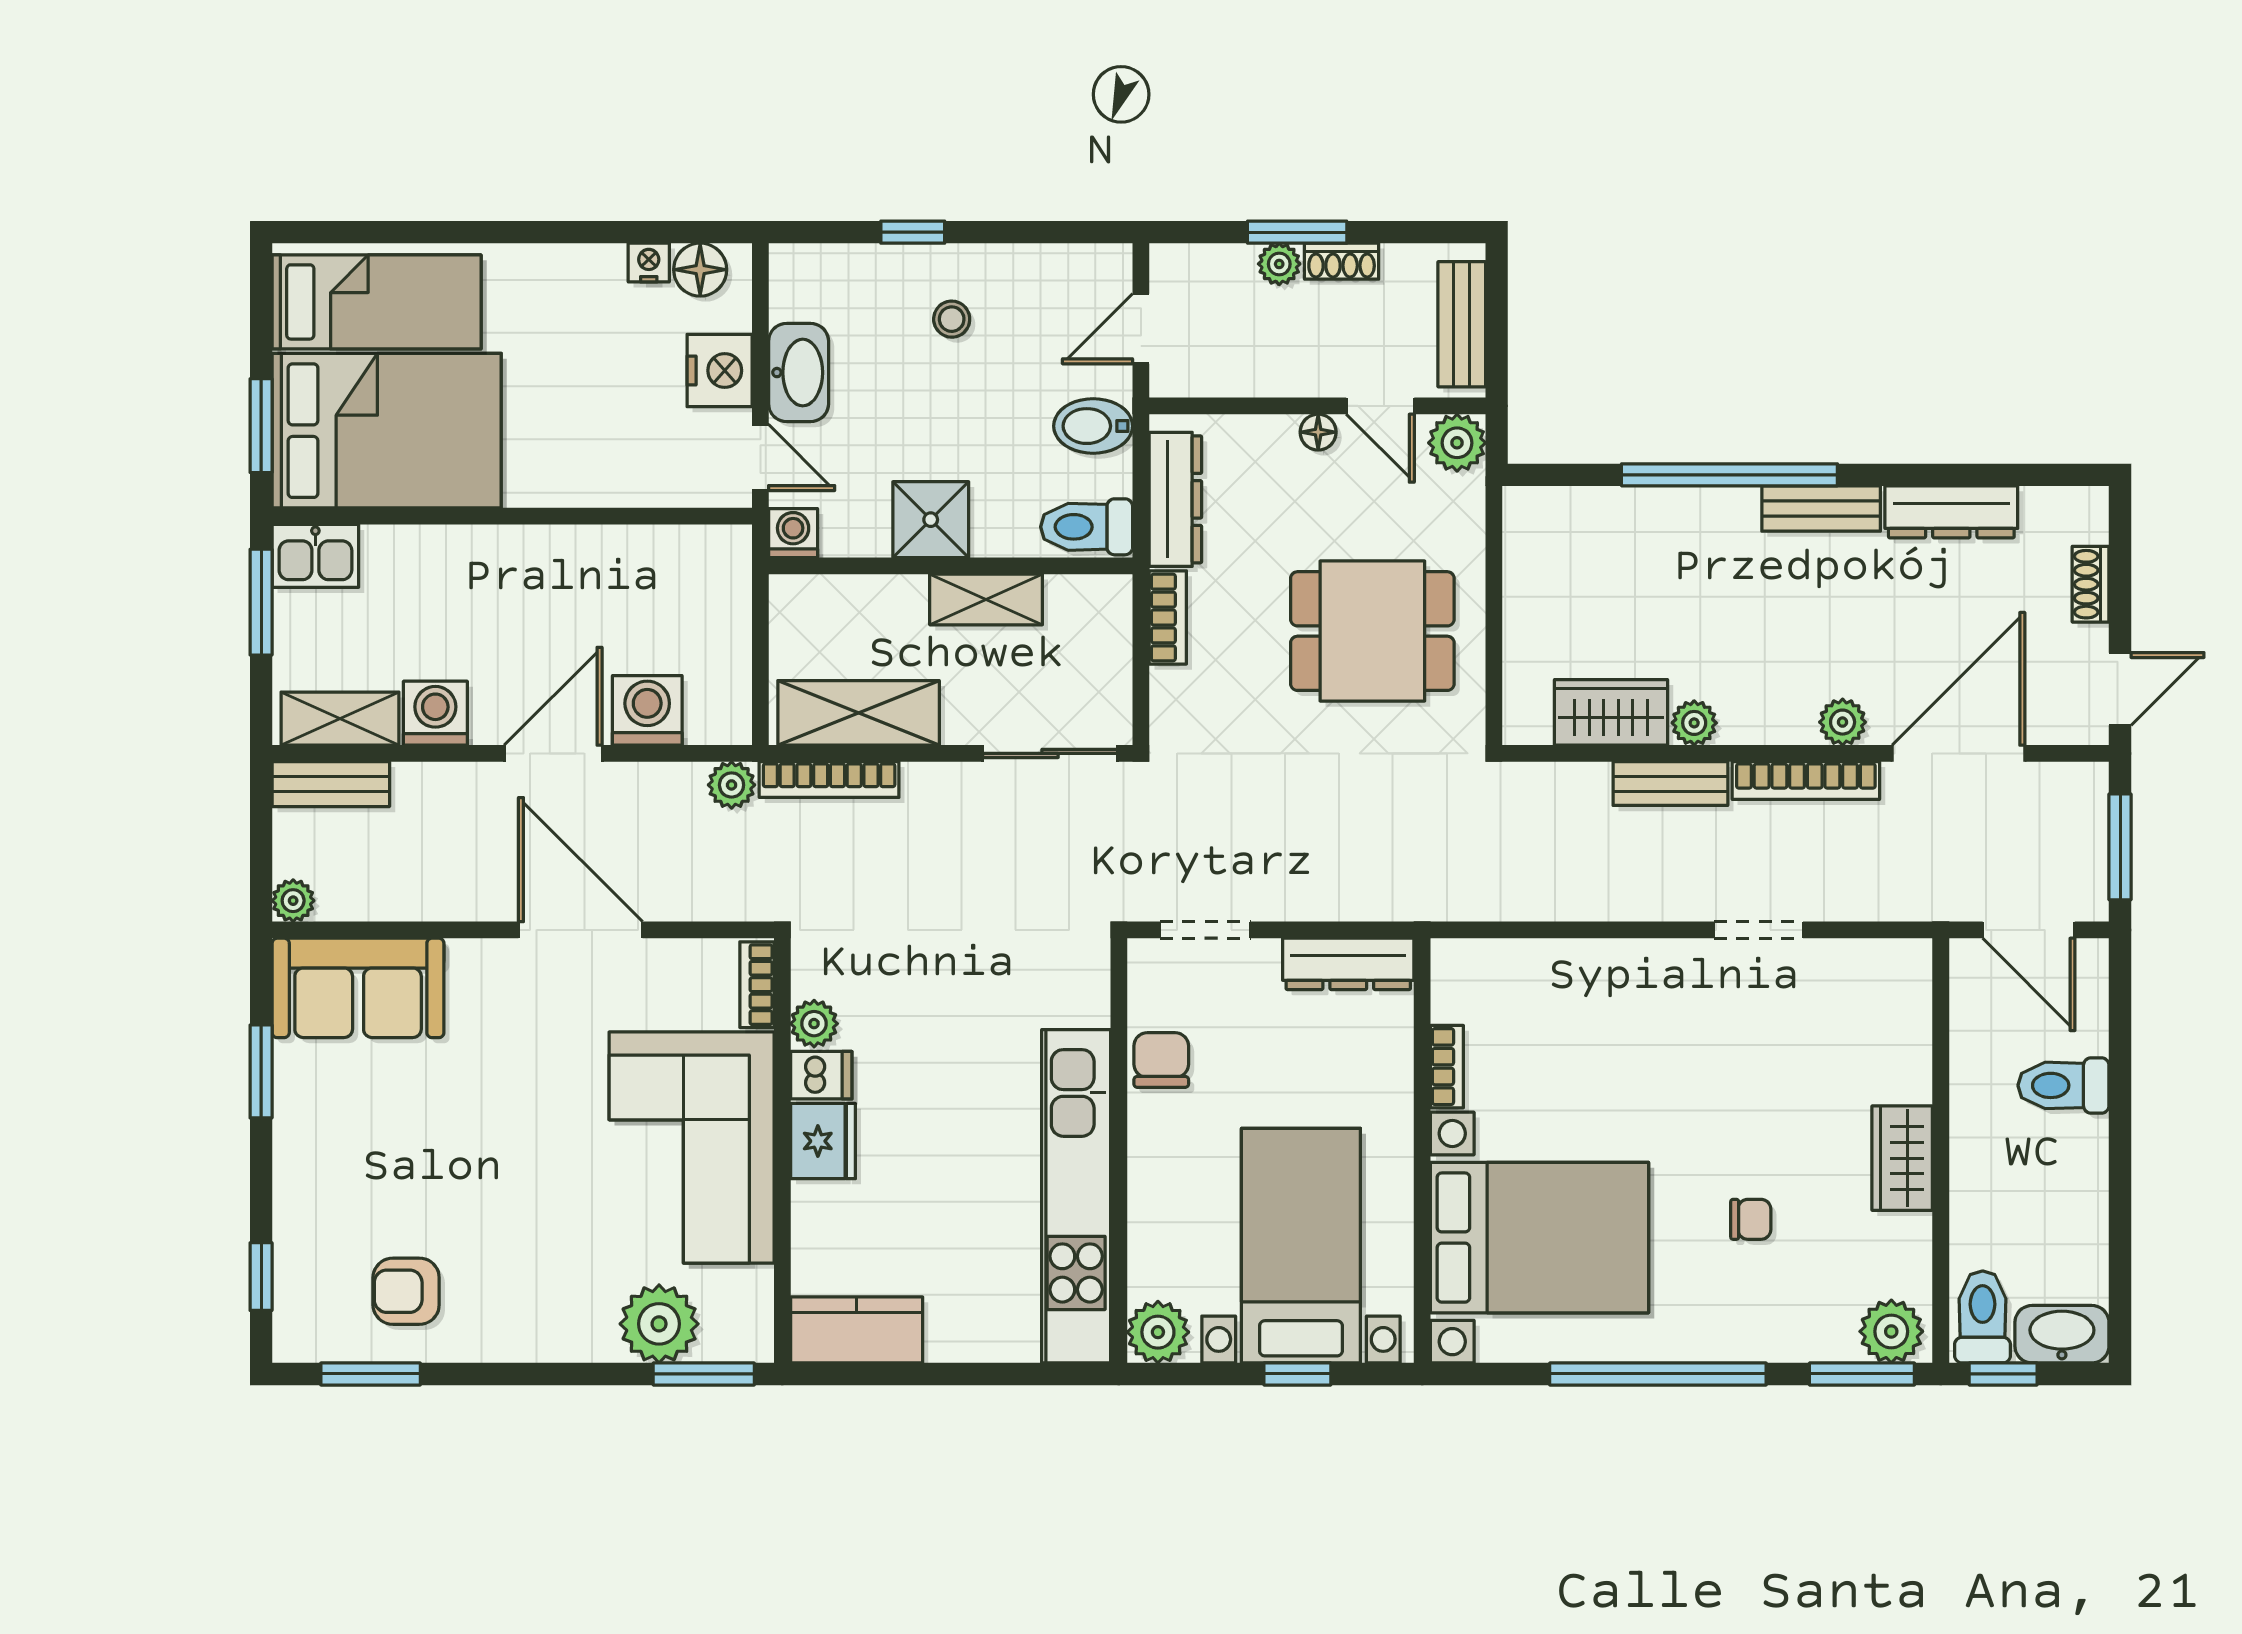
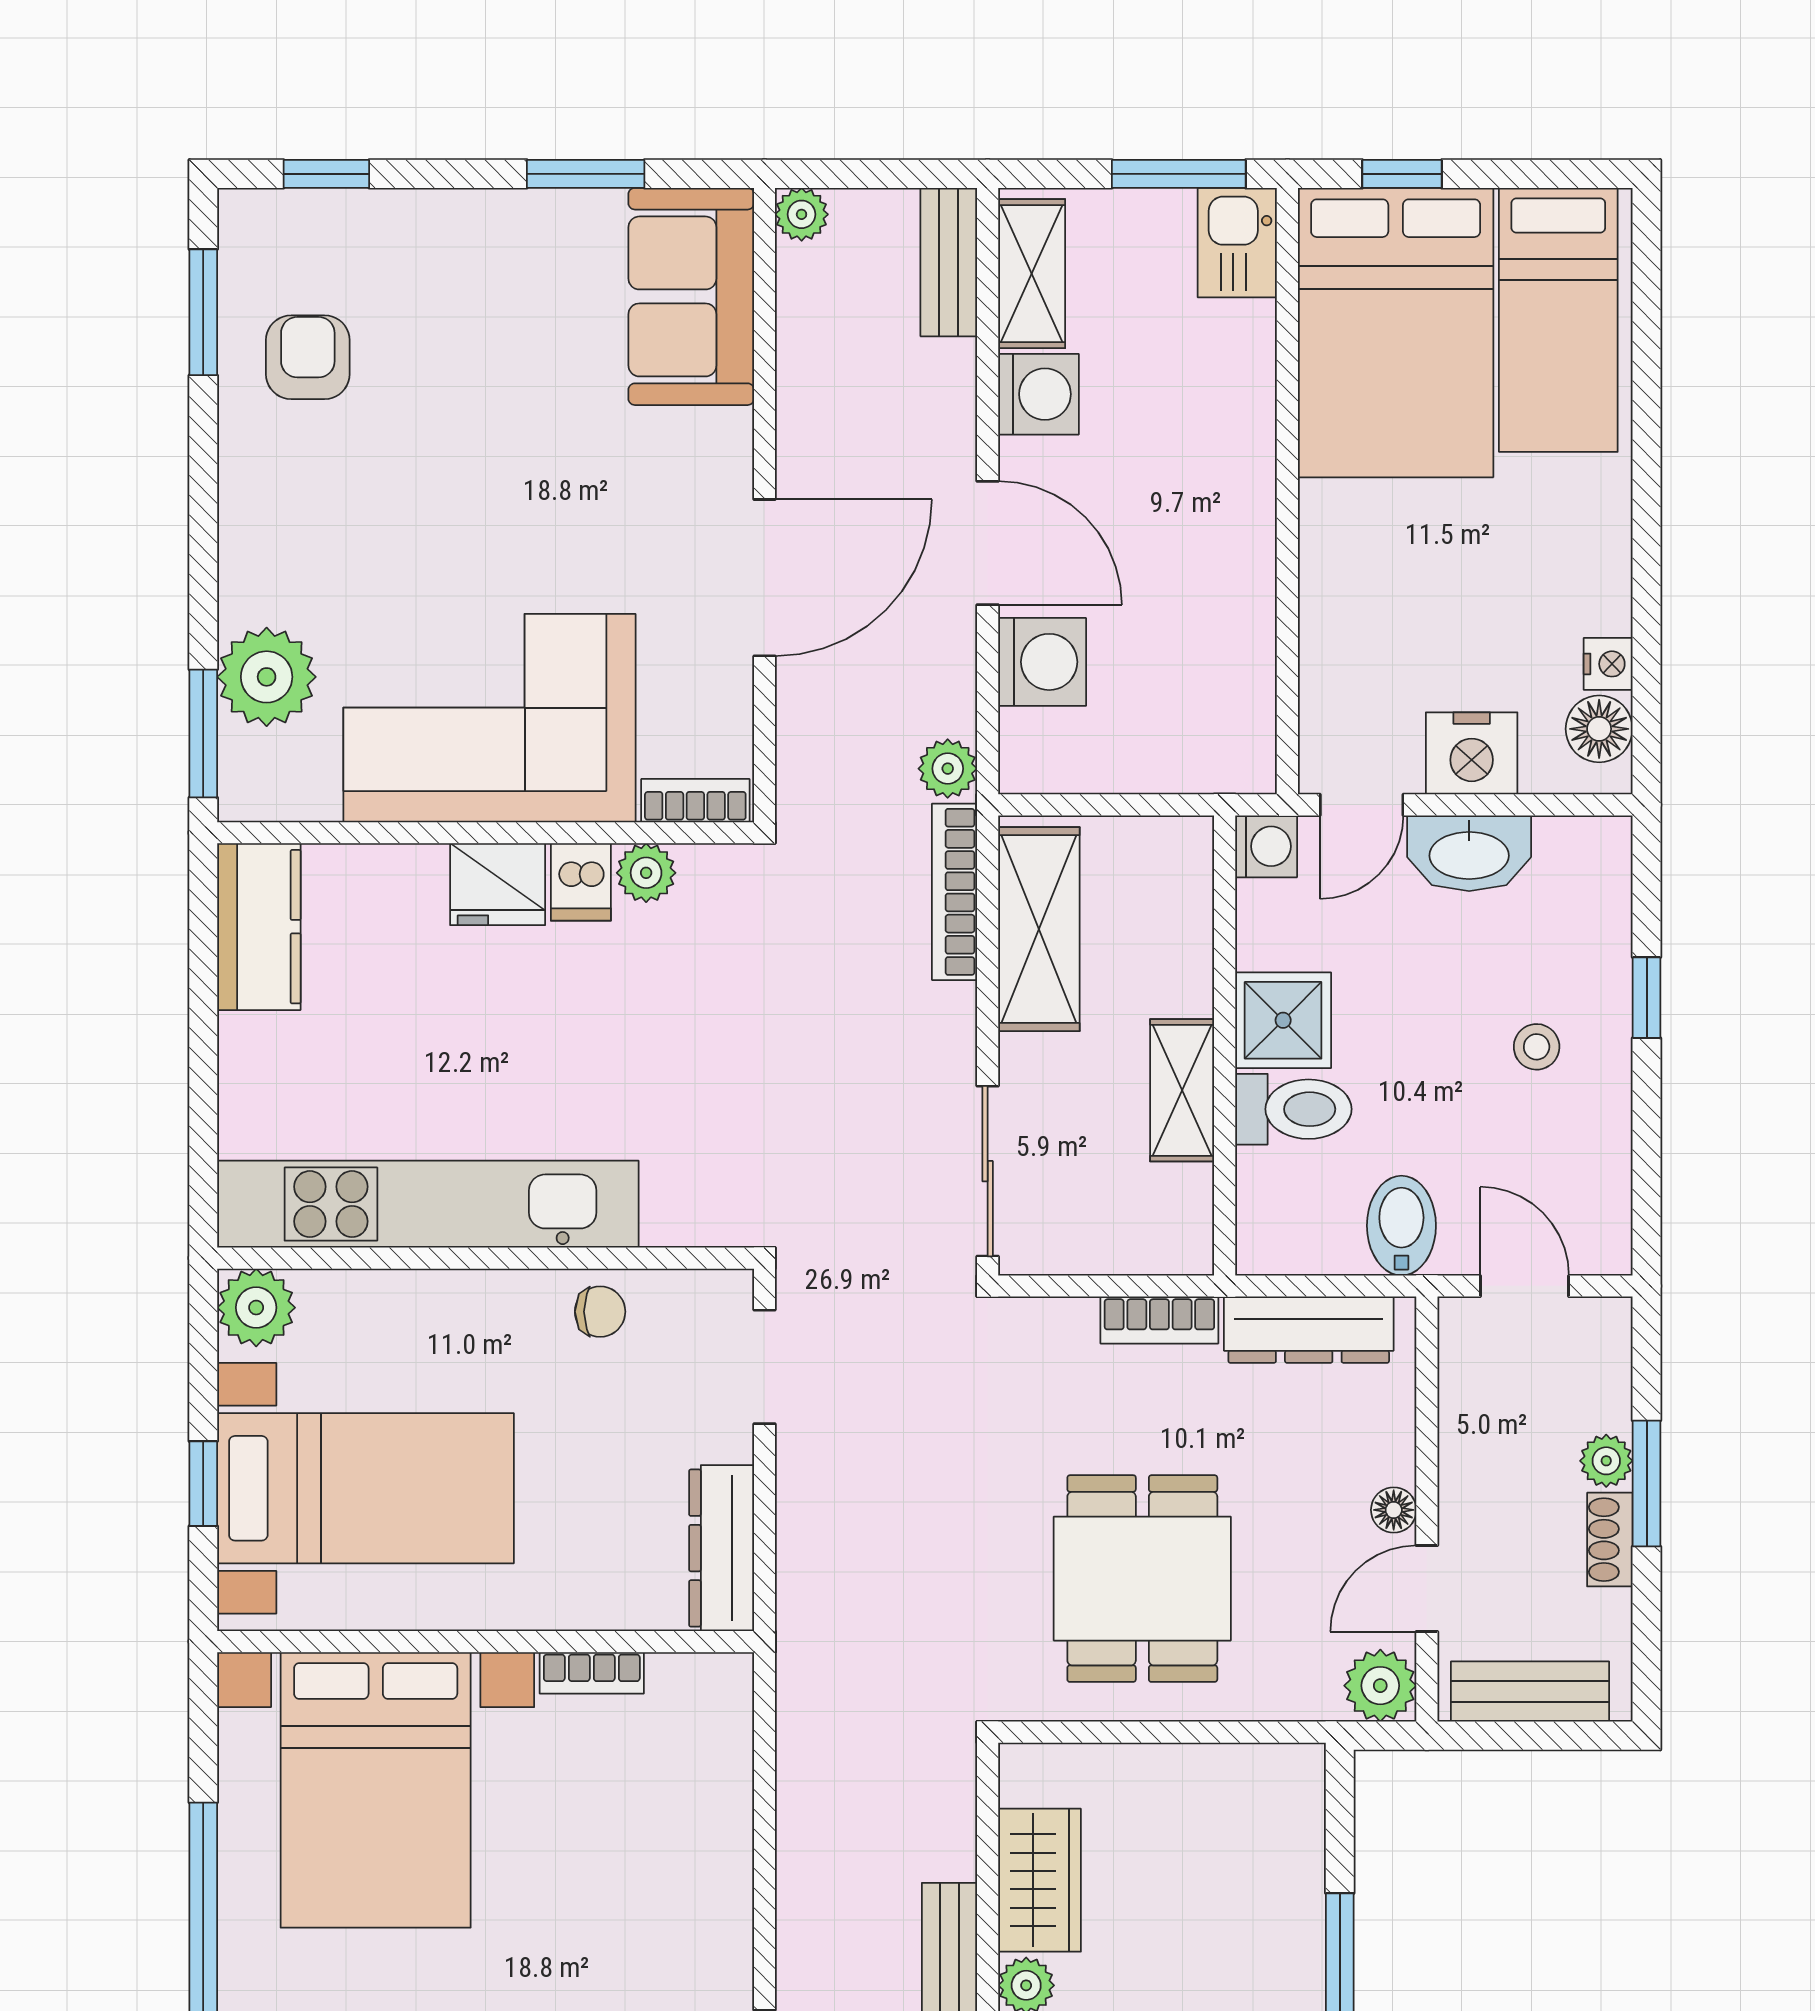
window: (261, 426) -> (1402, 174), width x0.67
toilet: (1087, 527) -> (1293, 1109), moved, turned 90
chair: (1161, 1060) -> (600, 1312), width x0.73, depth x0.73

